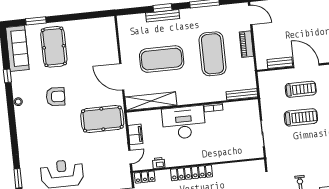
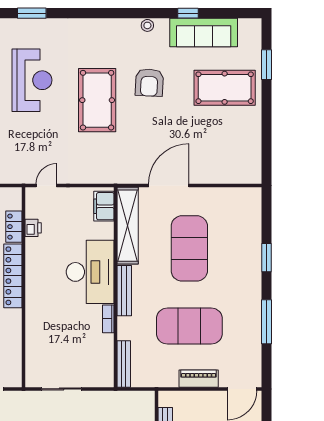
bench: (163, 16) -> (124, 291), moved
sofa: (17, 48) -> (204, 32), moved
pool table: (102, 119) -> (97, 100), moved
filing cabinet: (135, 134) -> (104, 206), moved, turned 90
door: (130, 157) -> (46, 185), swing flipped
locker: (145, 177) -> (14, 227), moved

